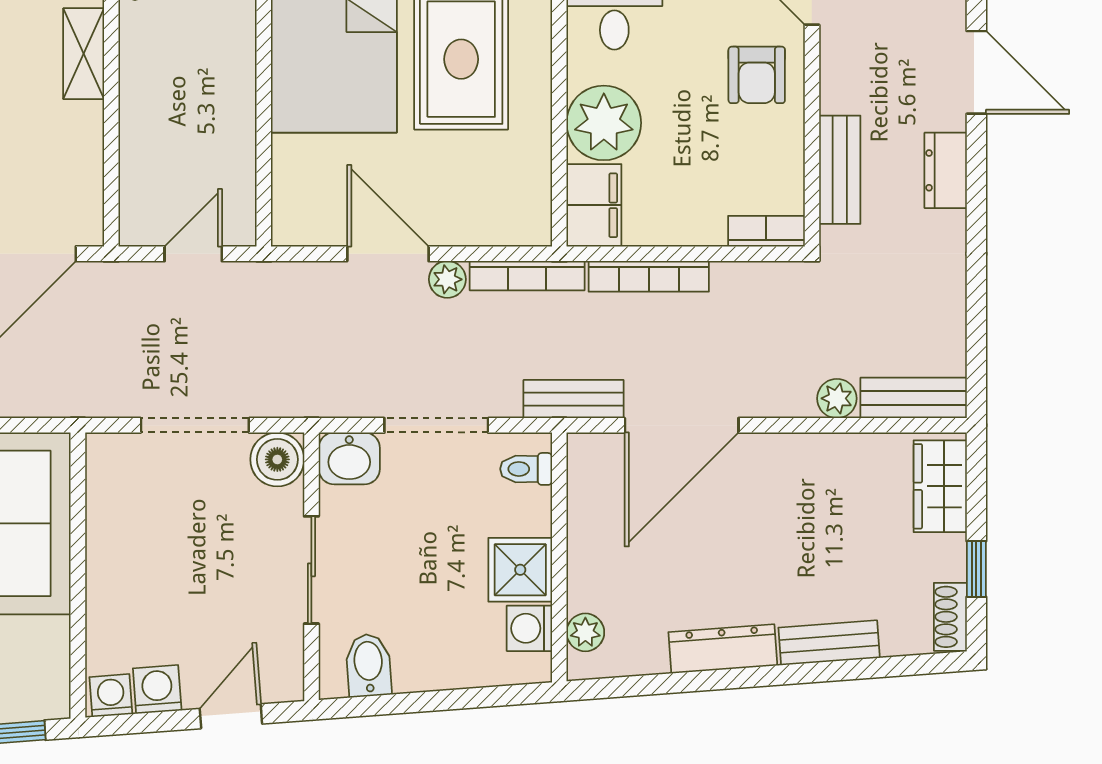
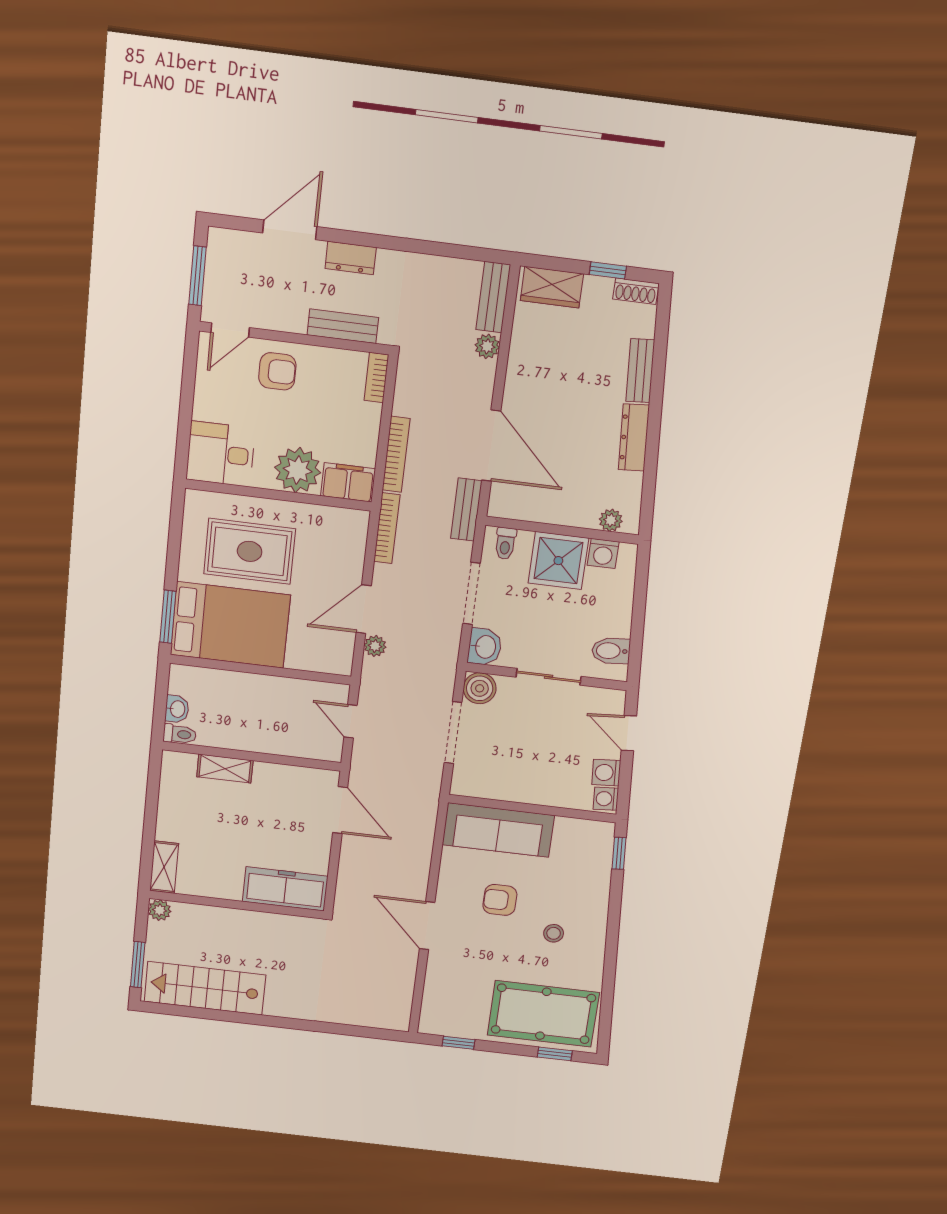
plant: (447, 279) -> (375, 646), moved
shower: (520, 570) -> (558, 561), width x1.36, depth x1.36

